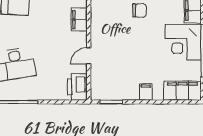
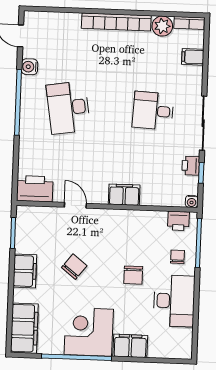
chair: (135, 55) -> (74, 267), added
filing cabinet: (146, 92) -> (25, 271), width x2.00

